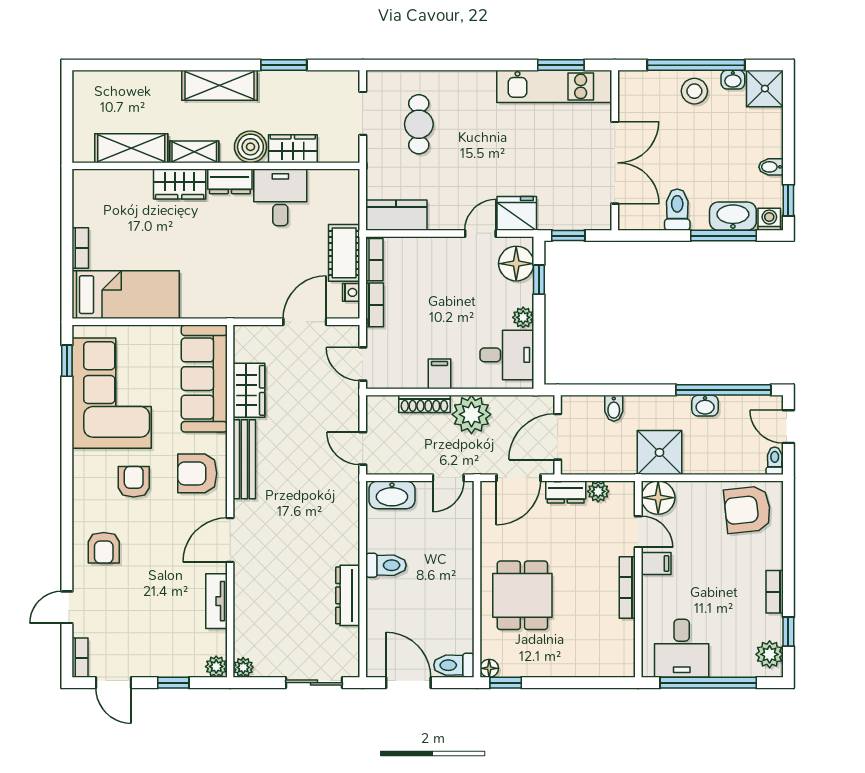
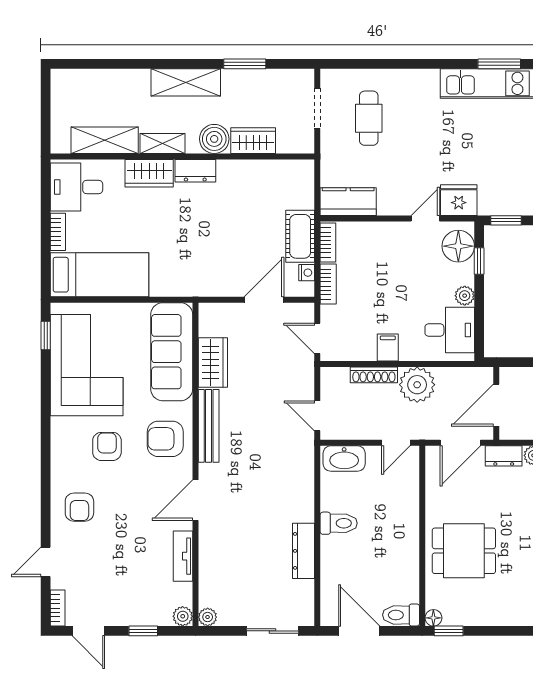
desk: (280, 197) -> (77, 187), moved, turned -90
dining table: (522, 595) -> (464, 551), turned 90

